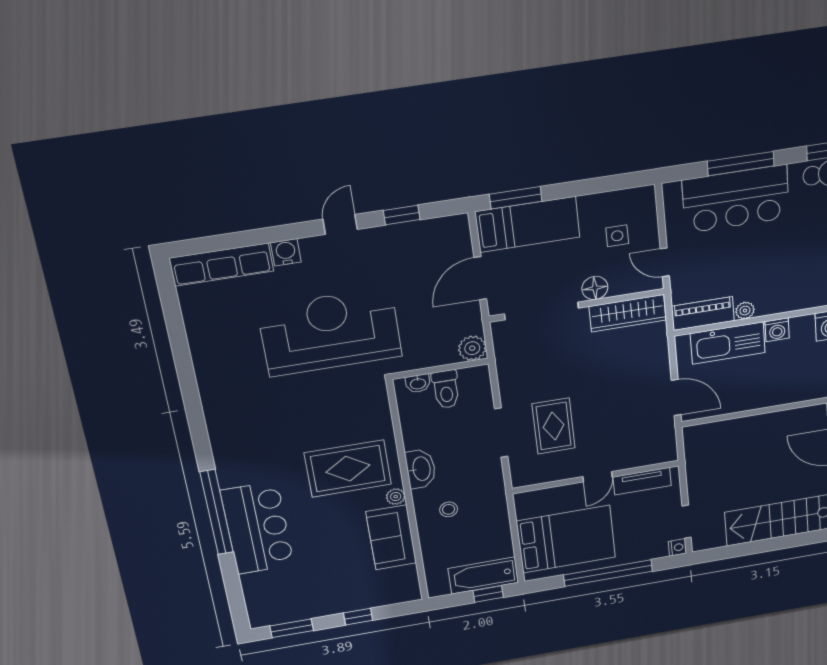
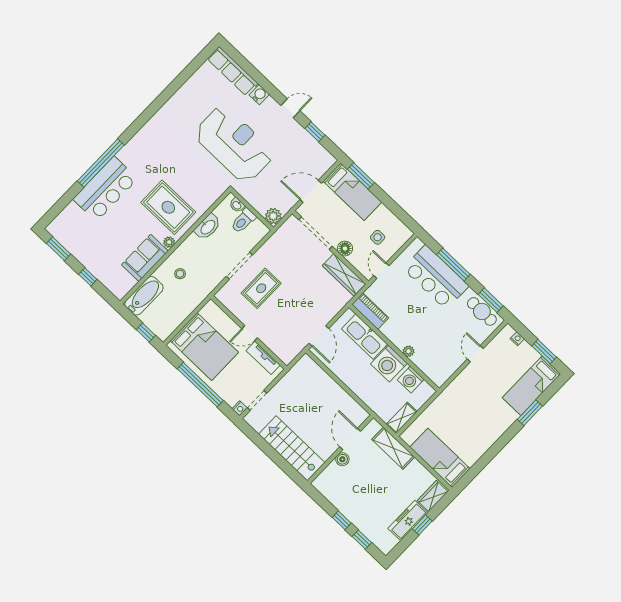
plant: (745, 311) -> (408, 351), moved
washing machine: (777, 330) -> (389, 364), width x1.89, depth x1.89
washbasin: (421, 469) -> (208, 227), moved
bathtub: (483, 575) -> (144, 296), moved, turned 90

